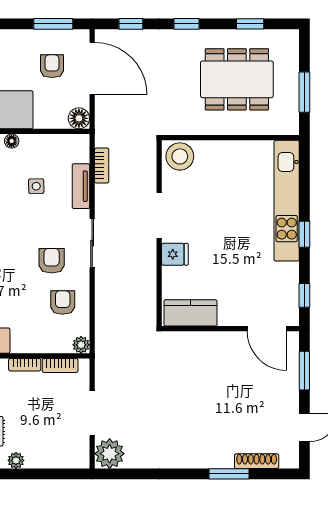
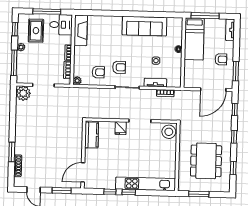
armchair: (52, 66) -> (221, 59), moved
floor lamp: (79, 118) -> (189, 83), removed
window: (304, 295) -> (110, 192), moved
window: (48, 474) -> (14, 63), added

